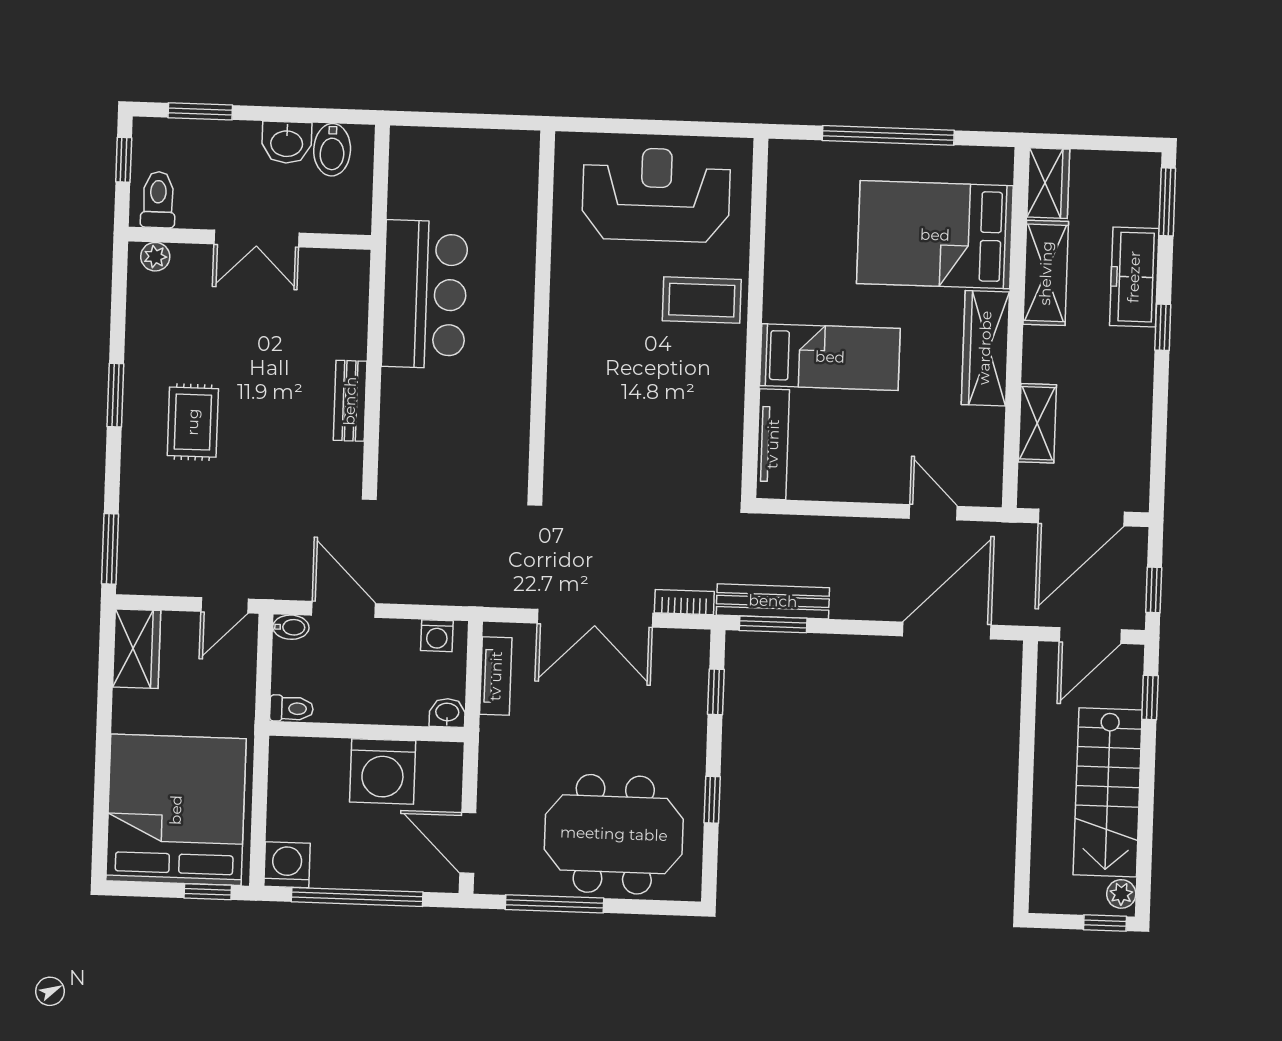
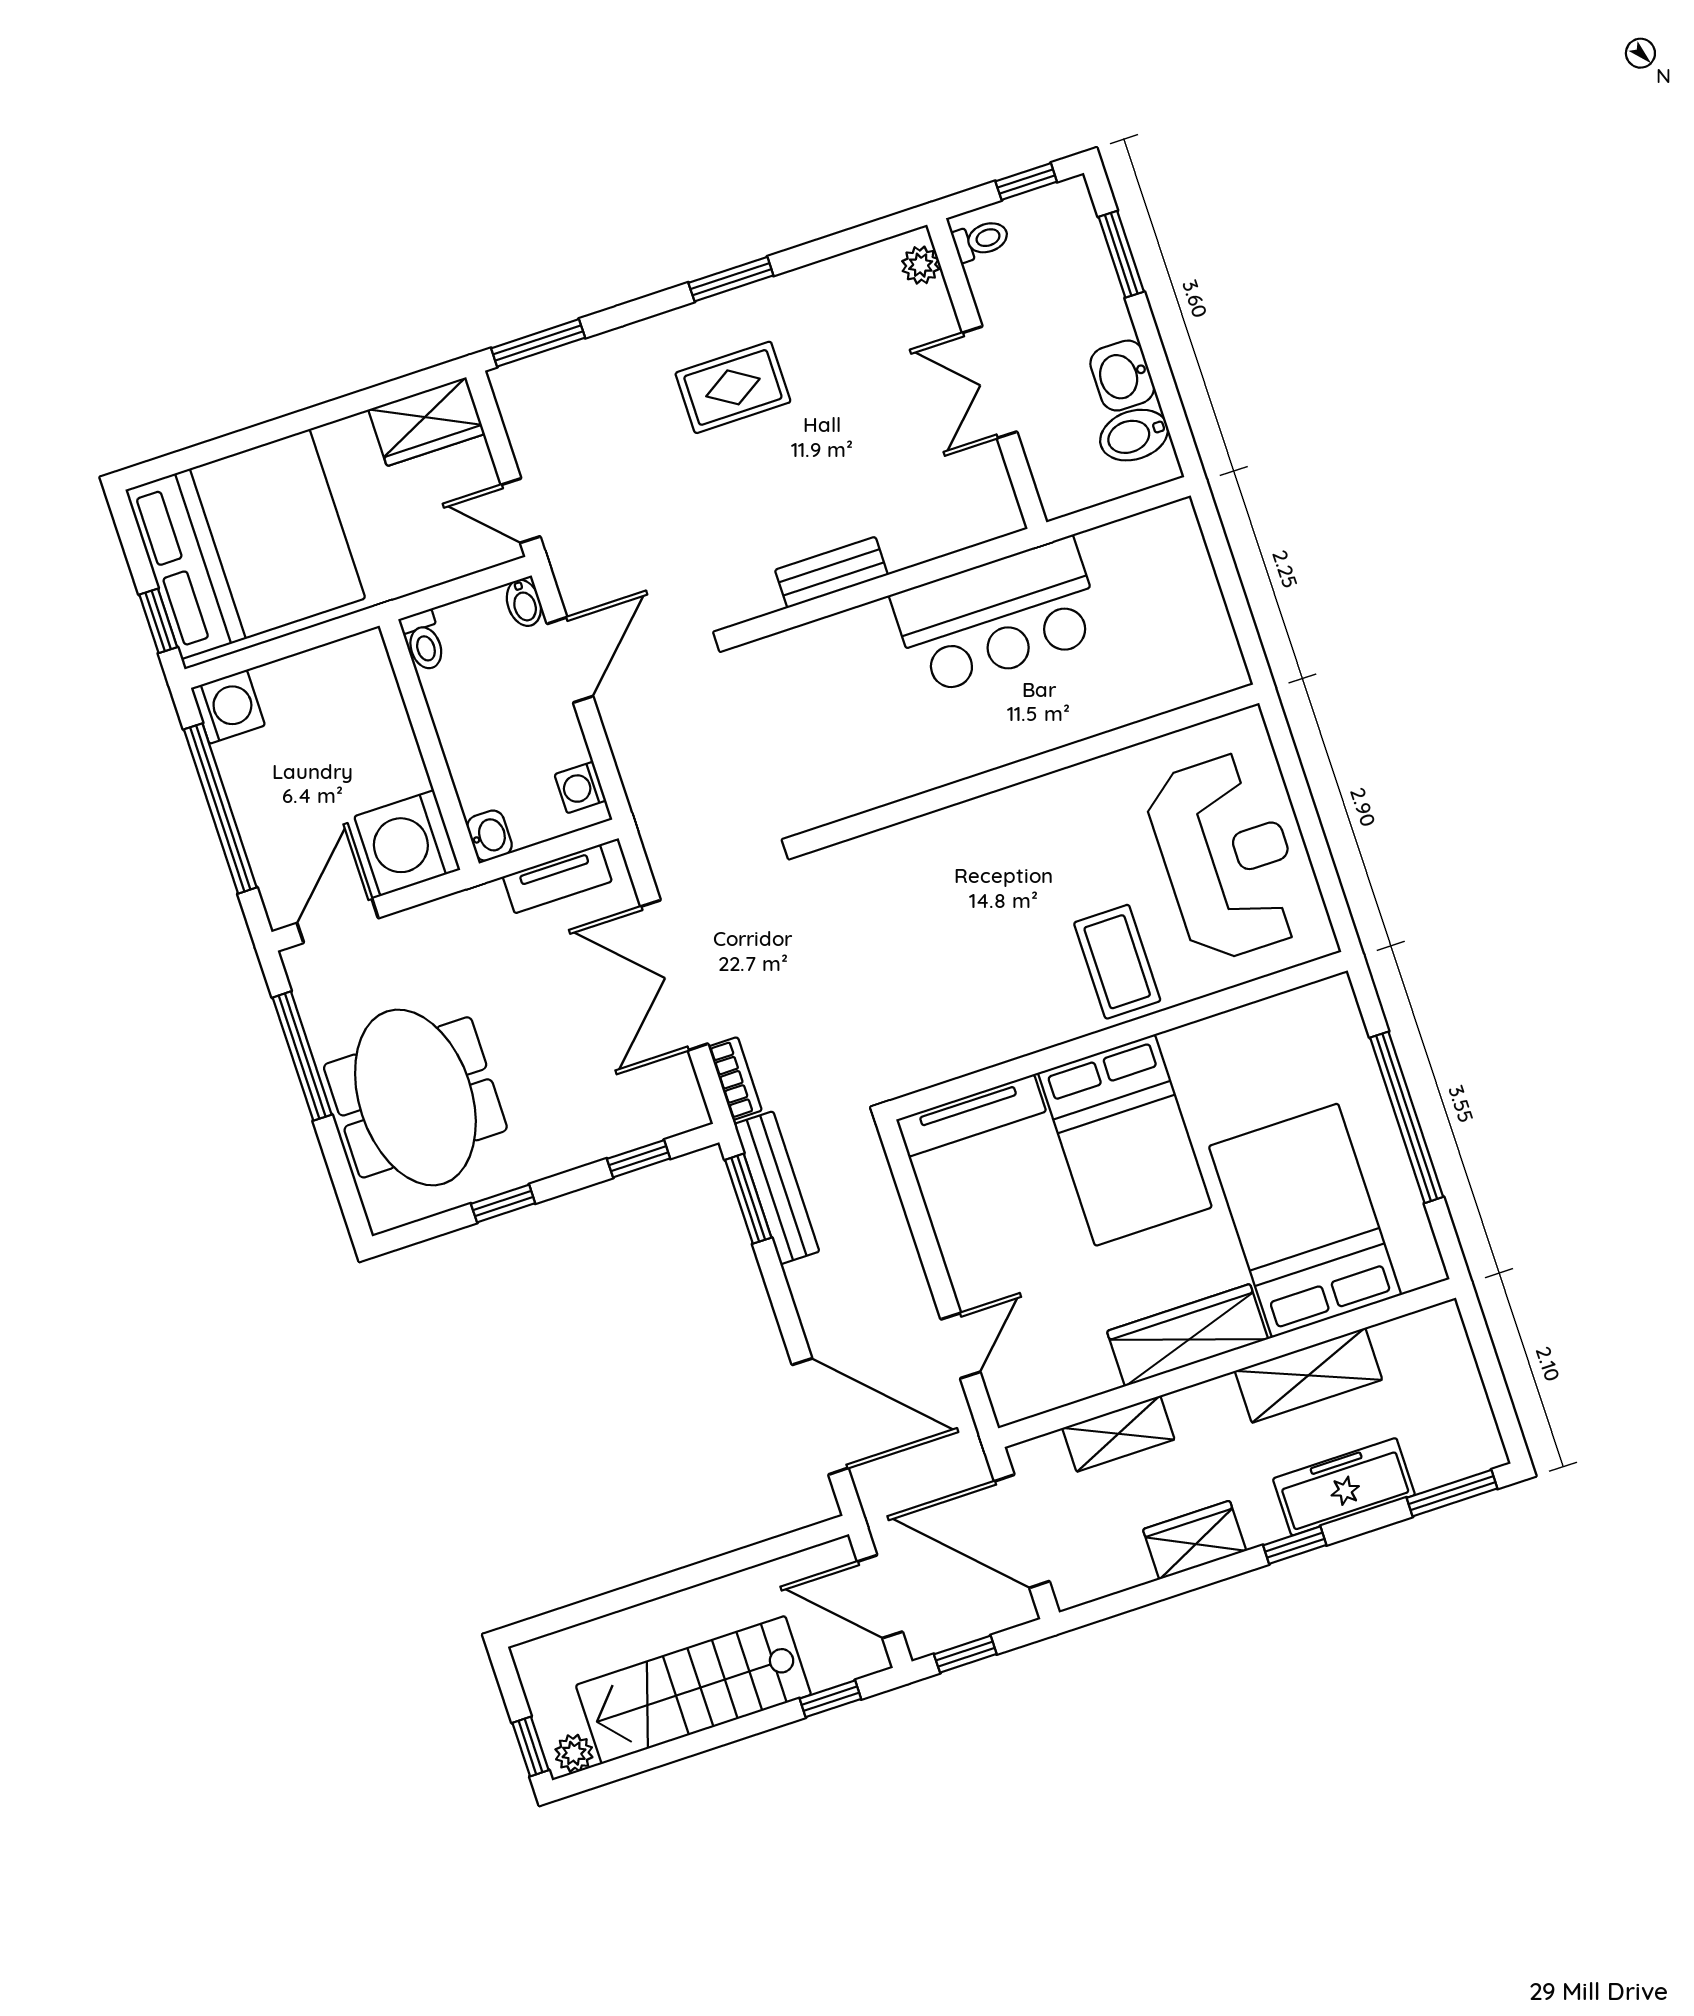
wardrobe: (1048, 183) -> (1195, 1540), moved, turned 180
toilet: (158, 200) -> (981, 240), width x0.73, depth x0.72
bed: (830, 357) -> (1125, 1140), width x1.50
washing machine: (383, 771) -> (407, 843), moved

